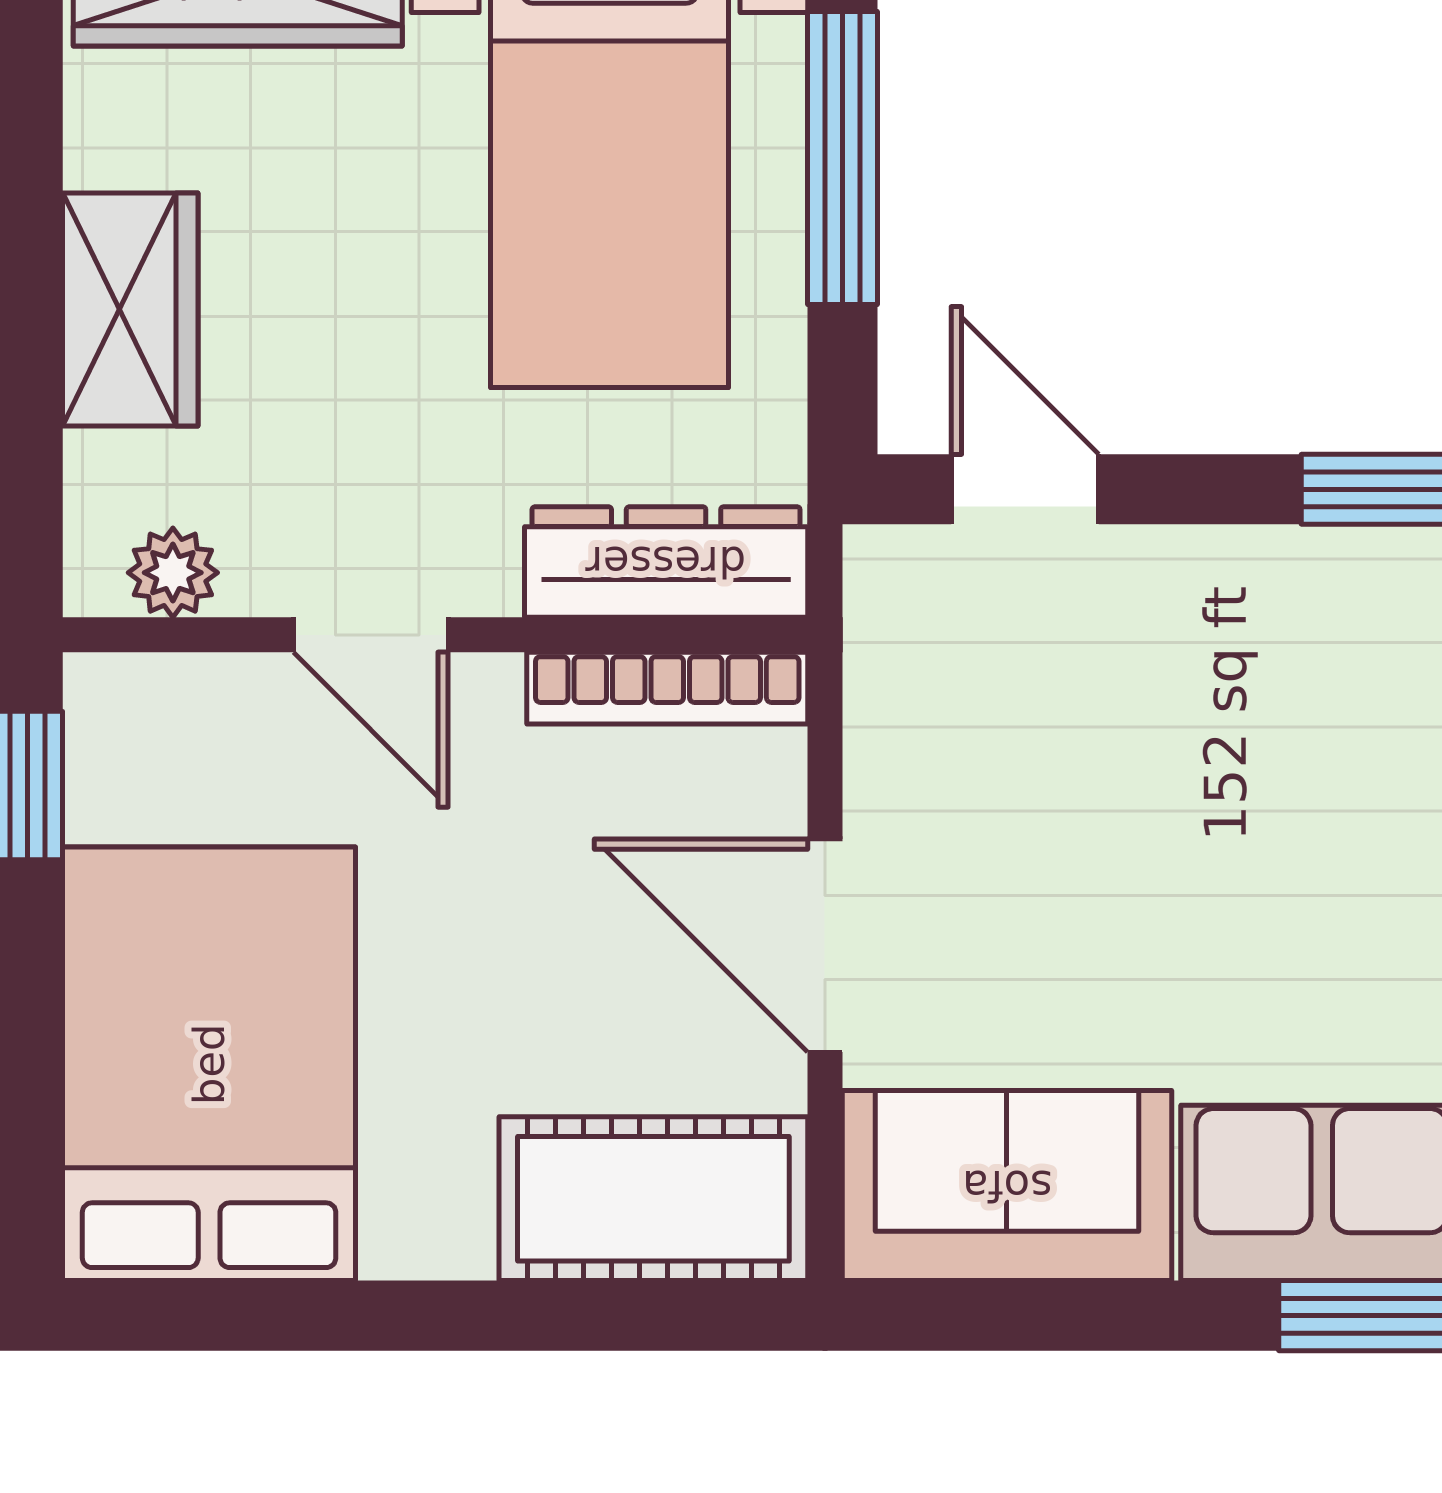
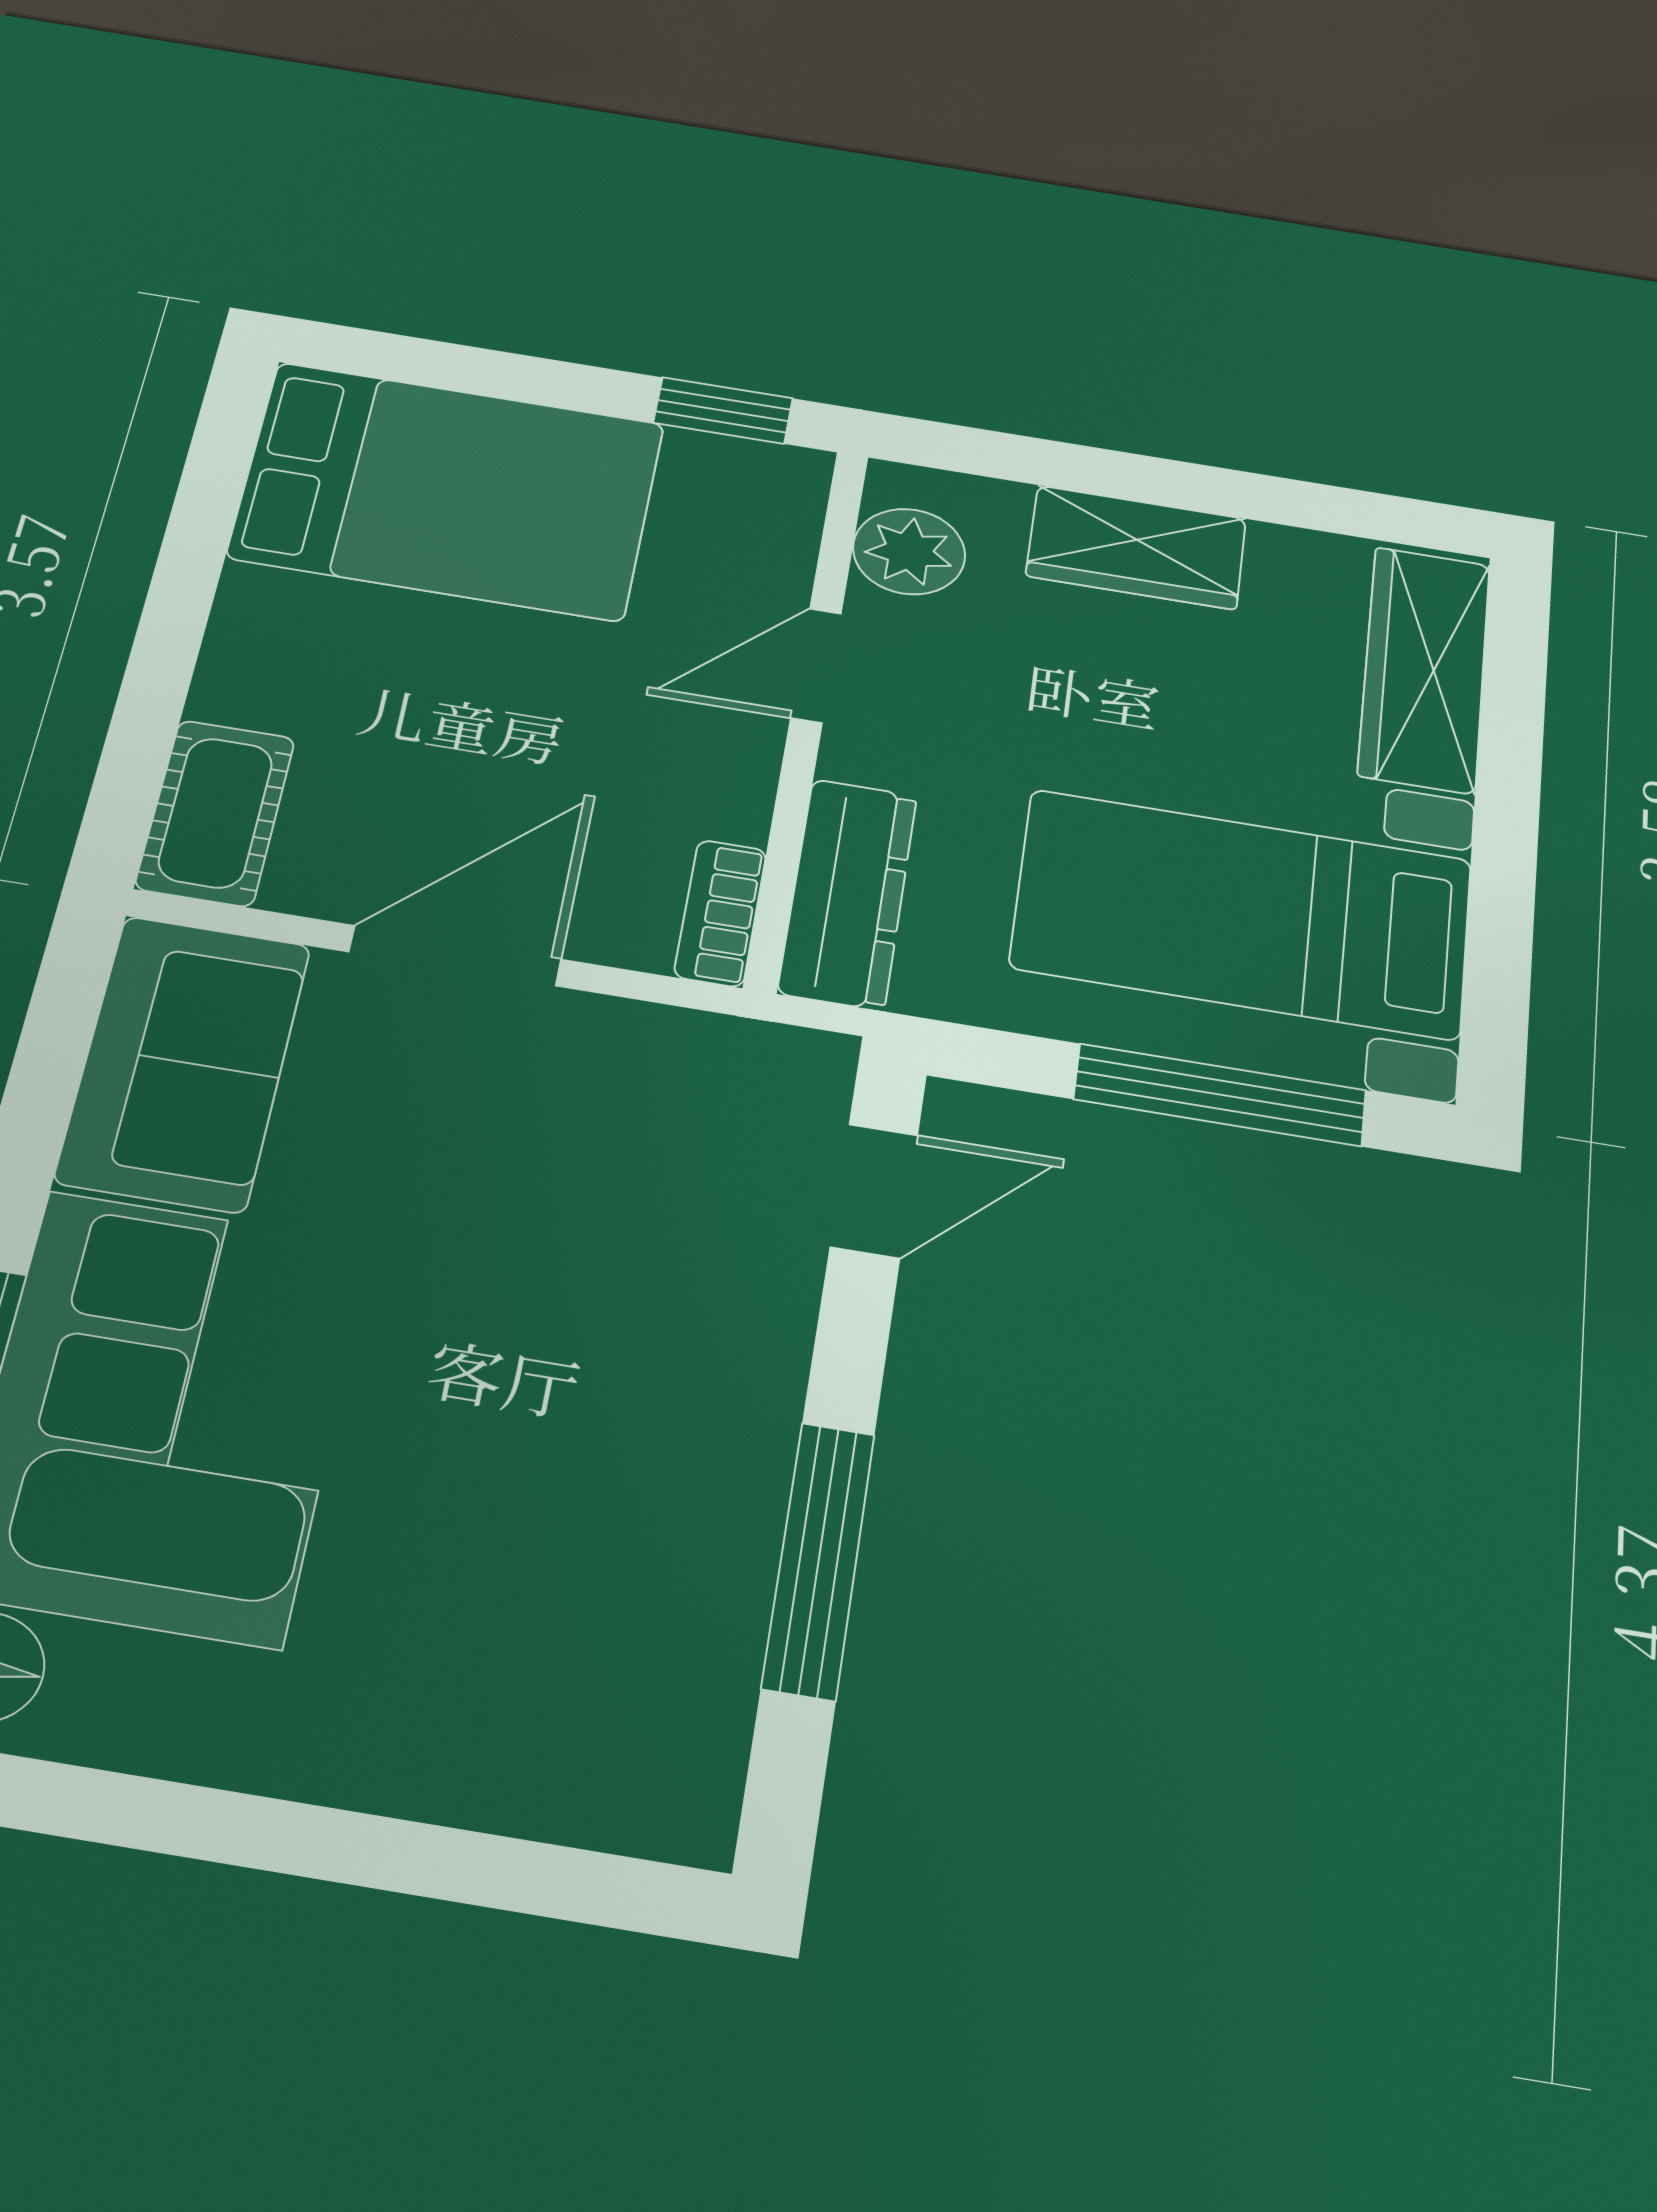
plant: (173, 573) -> (909, 551), width x1.38, depth x1.38
bookcase: (667, 688) -> (720, 913), width x0.64
cot: (653, 1199) -> (216, 813), width x0.73, depth x0.75

